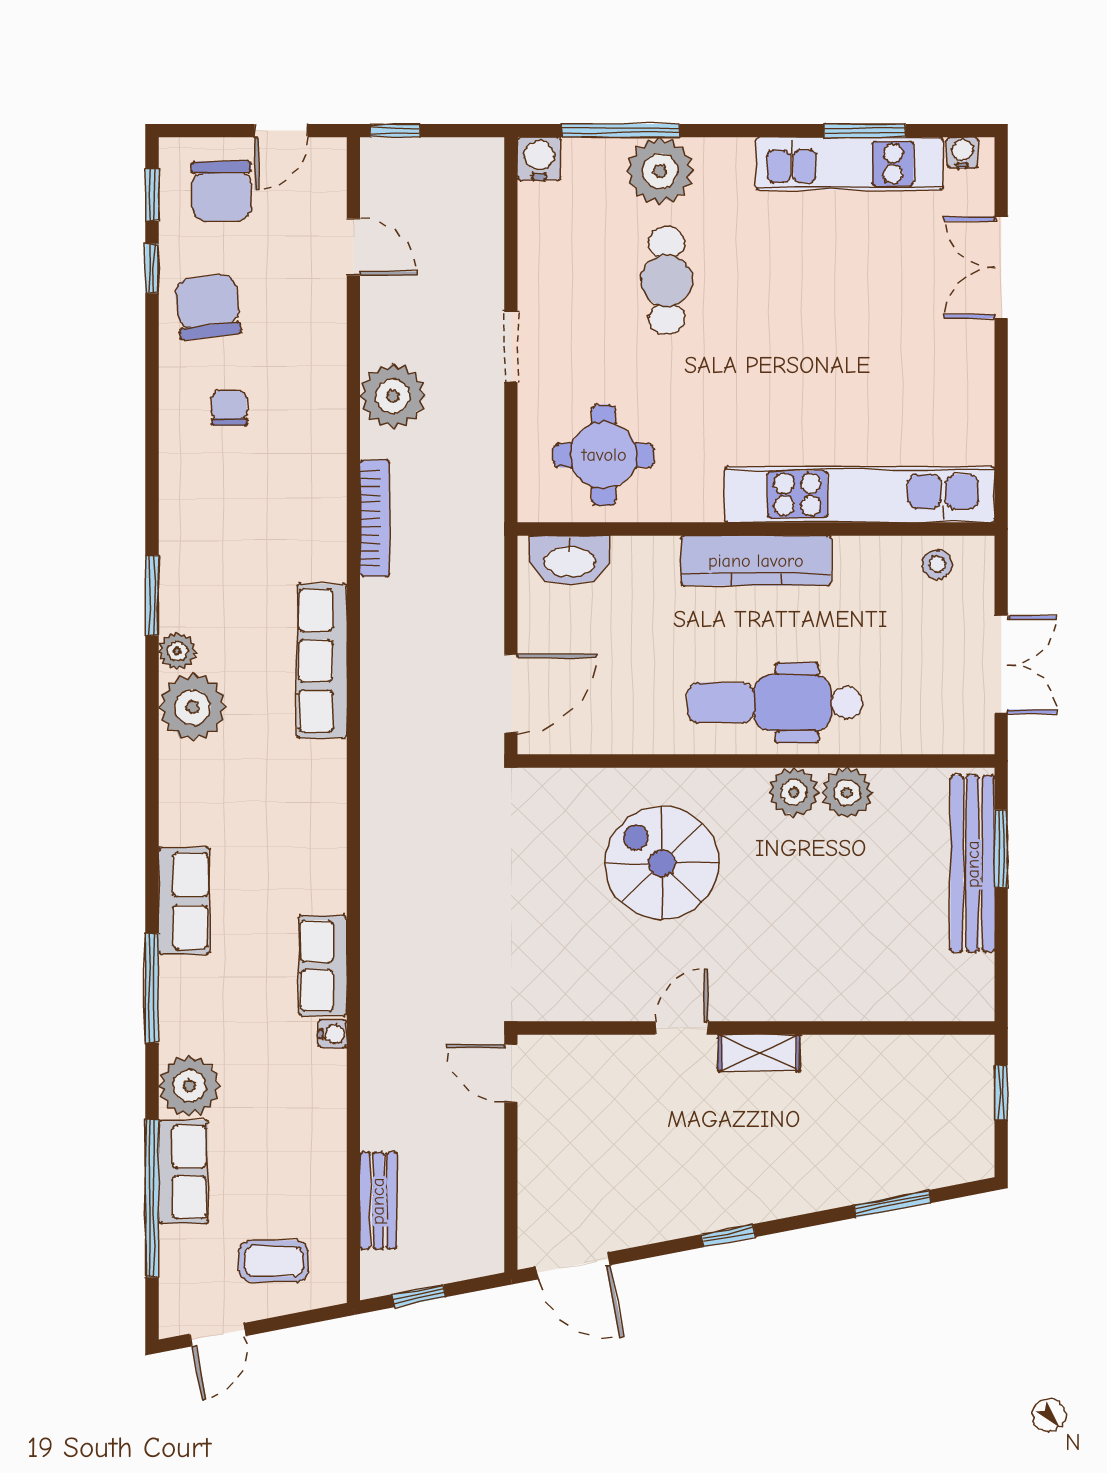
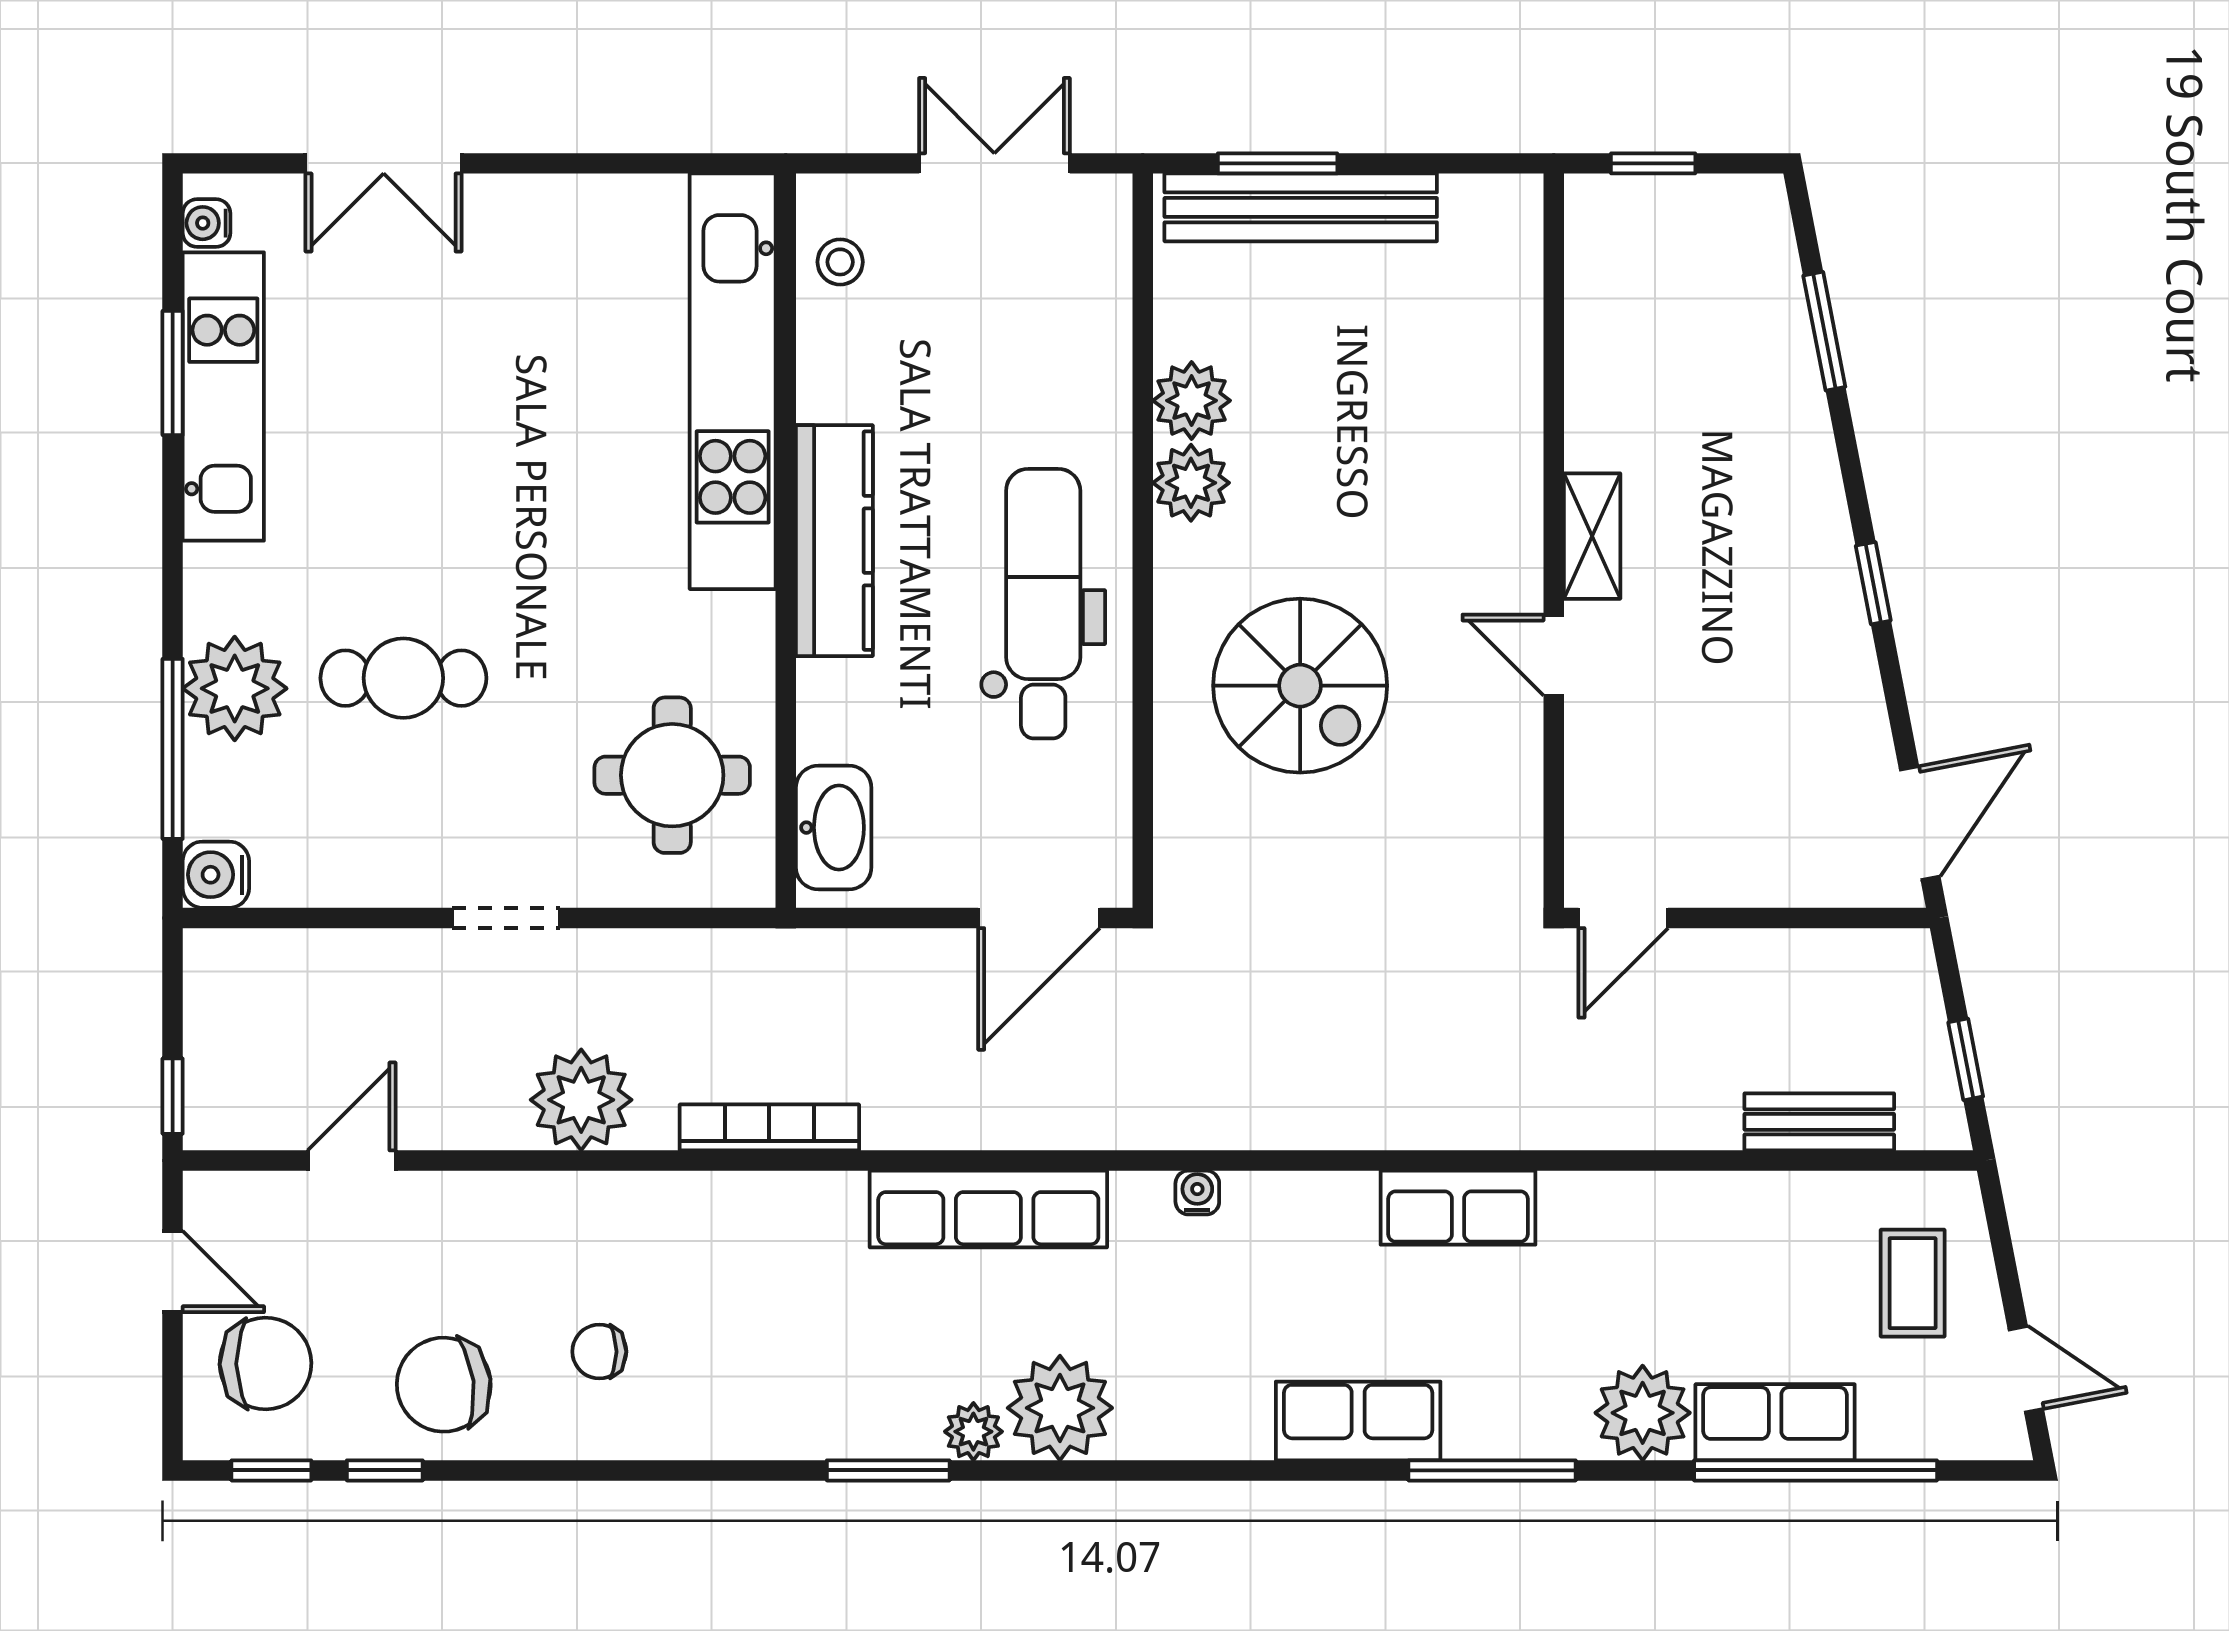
door: (511, 694) -> (1039, 918), swing flipped
dental chair: (775, 703) -> (1043, 604), moved, turned 180
spiral stairs: (662, 863) -> (1300, 686), turned -90
water cooler: (333, 1034) -> (1197, 1193), moved

